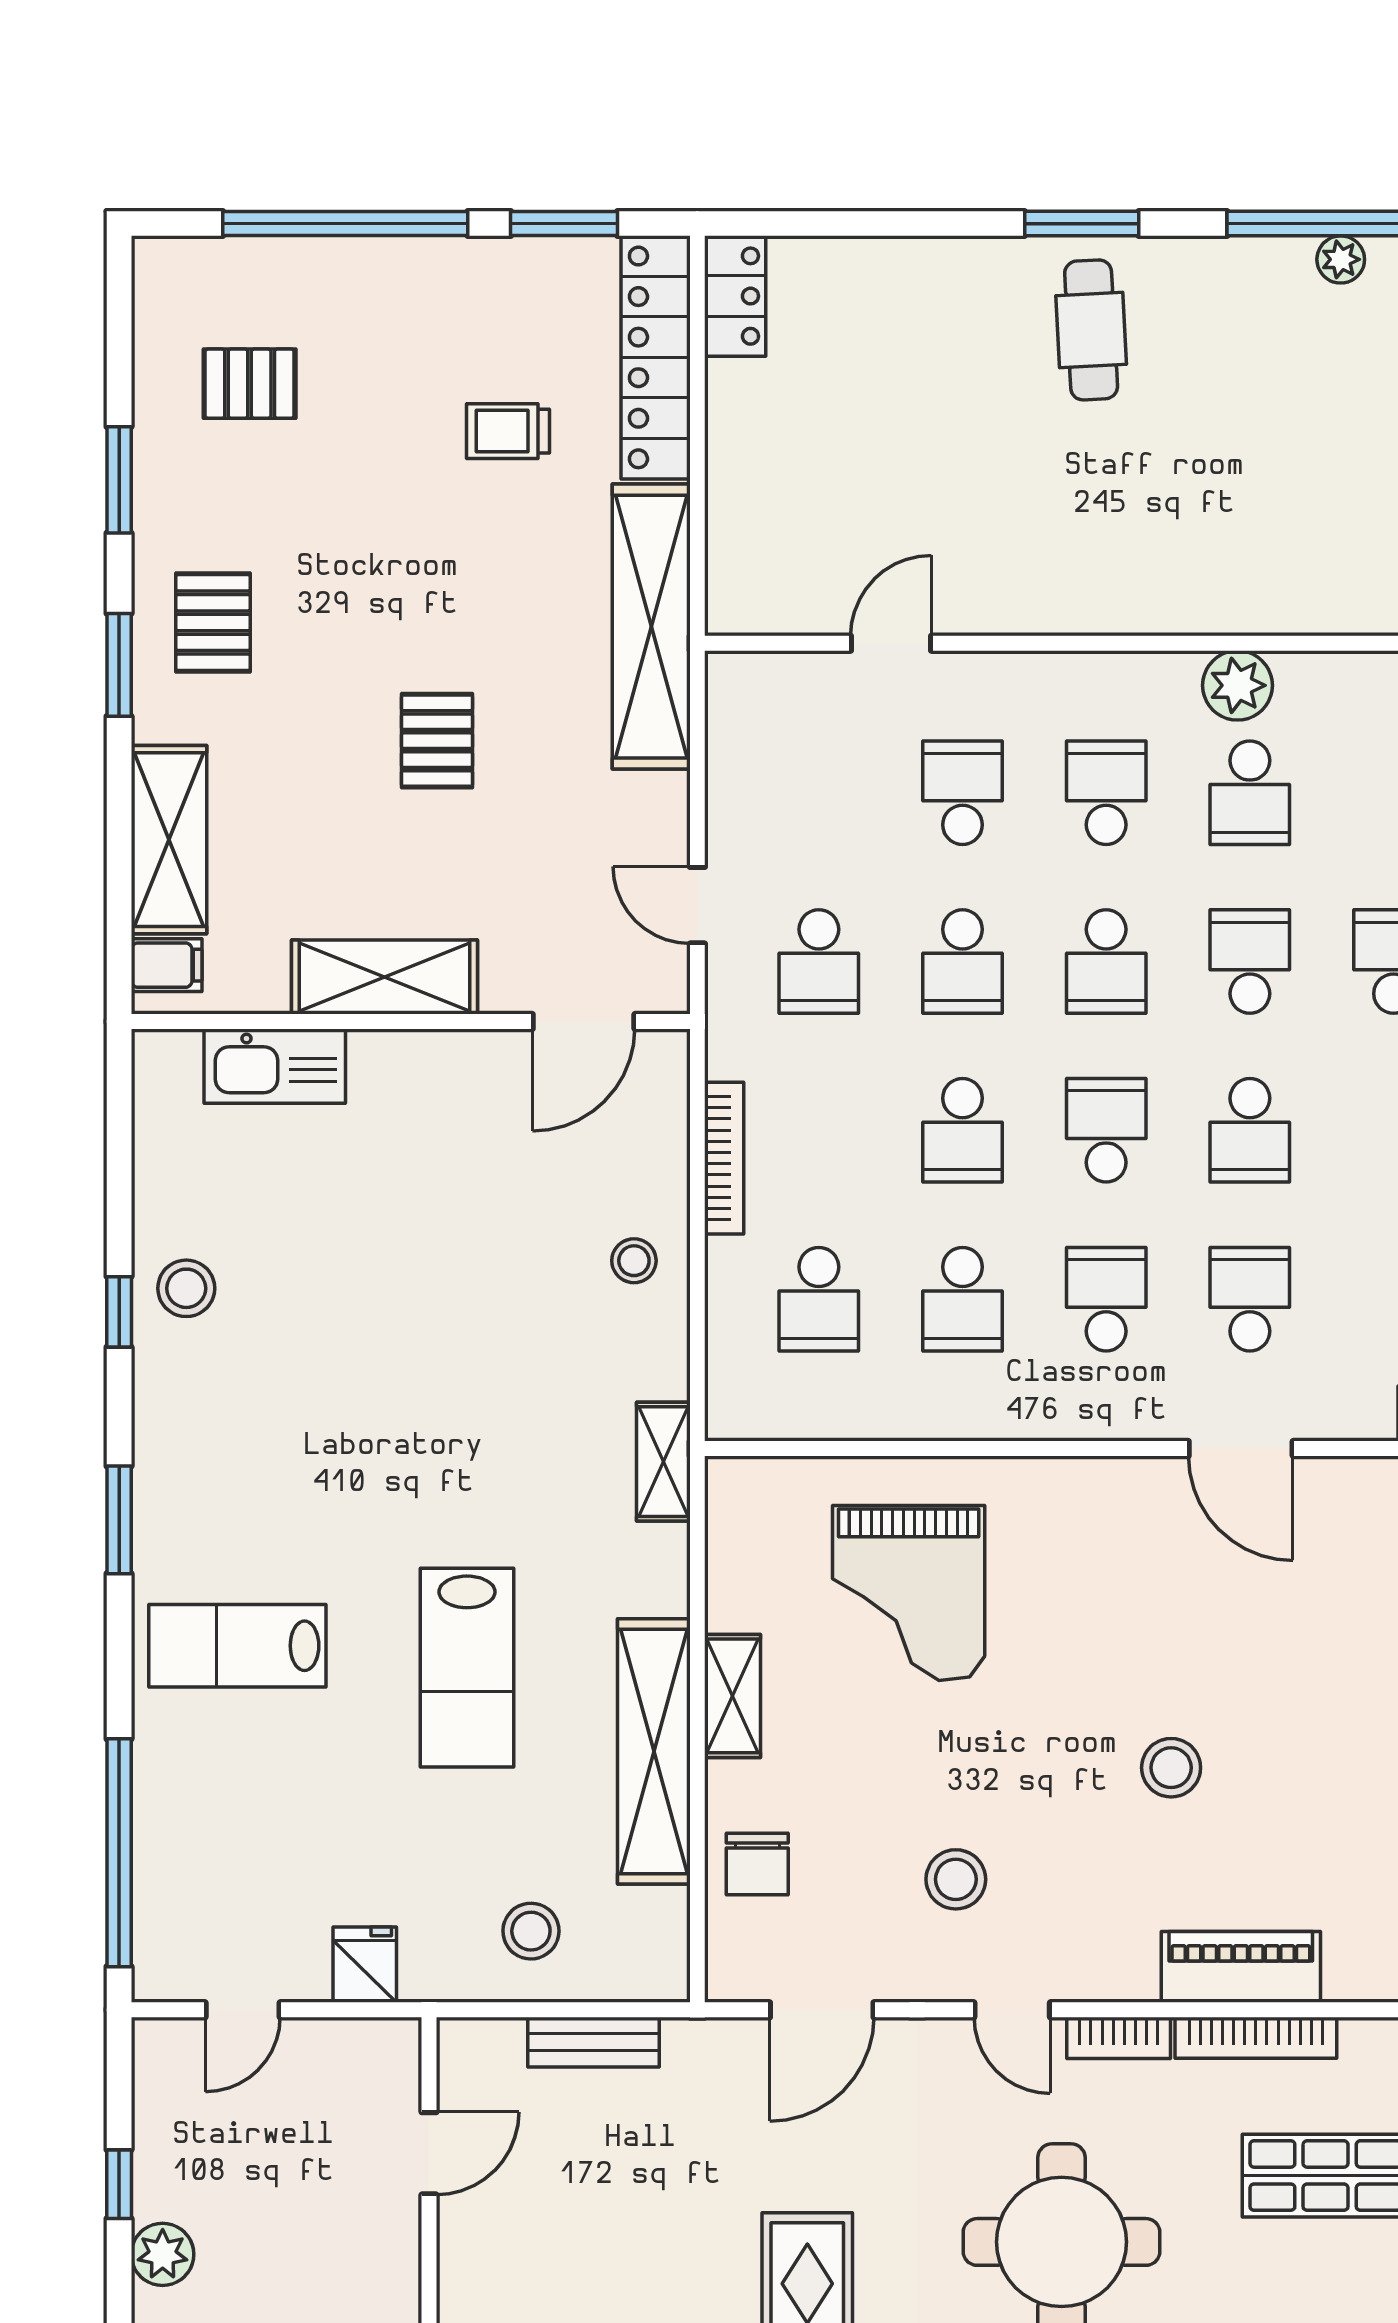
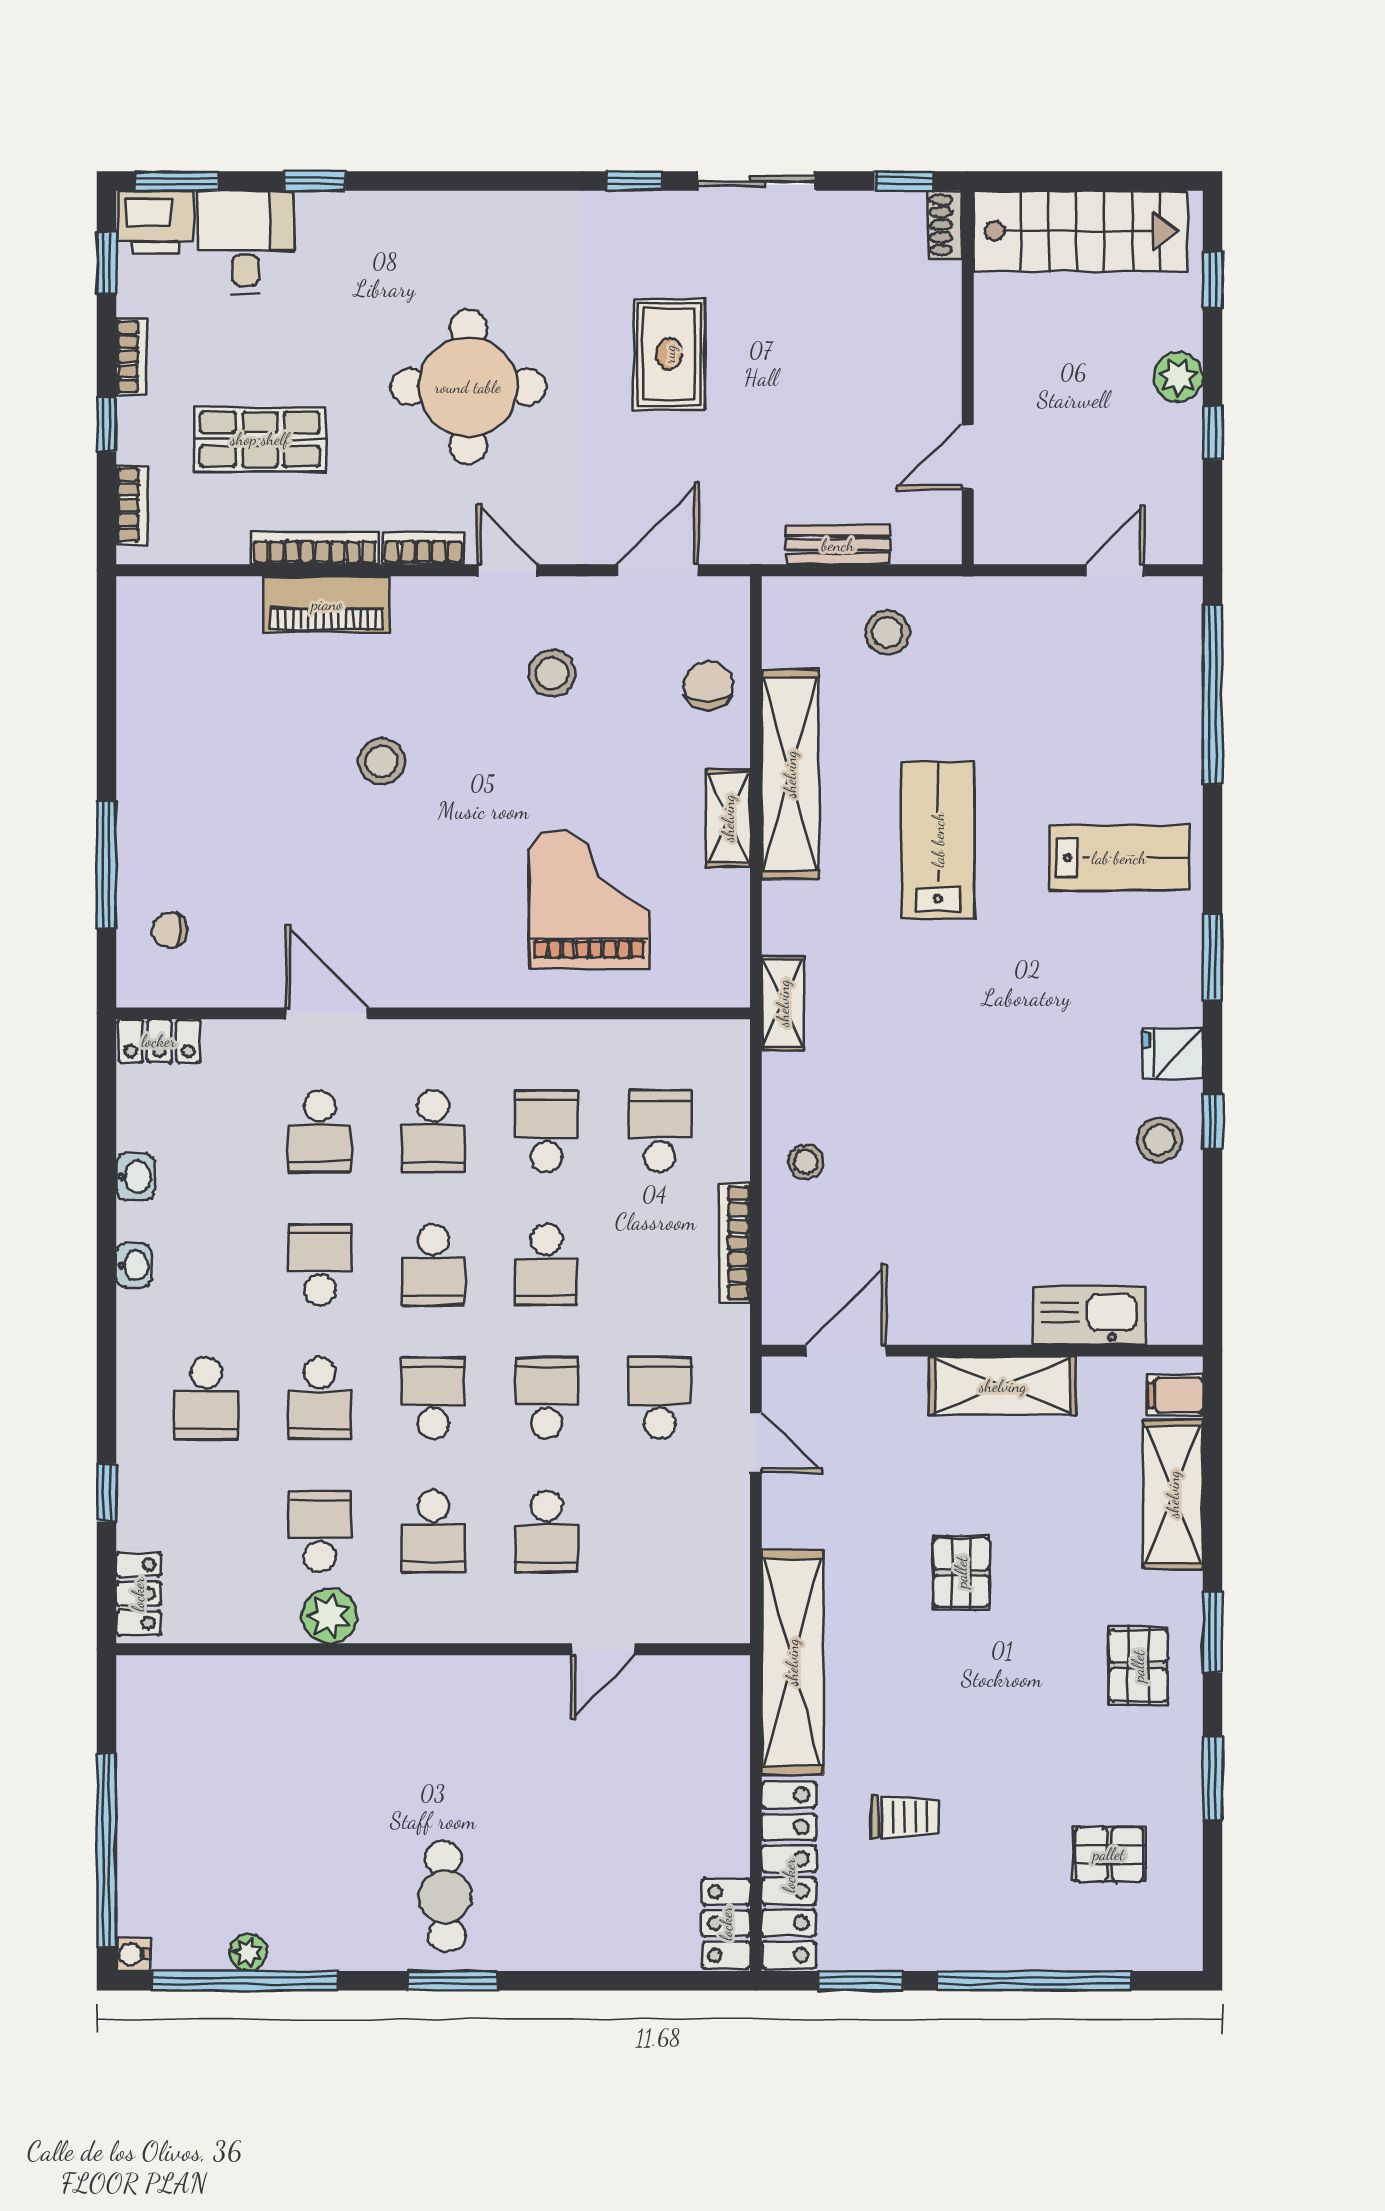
school desk: (962, 1130) -> (547, 1265), turned 180
fridge: (365, 1965) -> (1173, 1053), moved, turned 90

